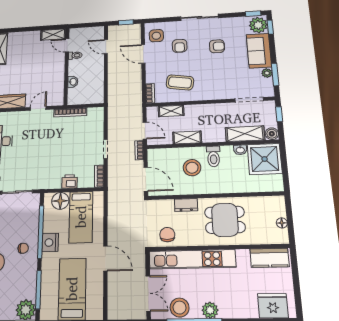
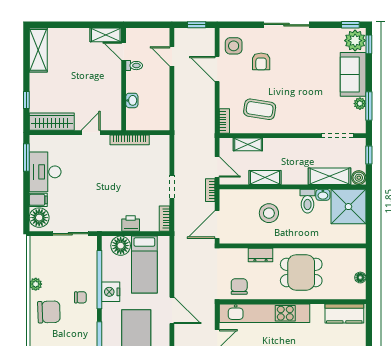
armchair: (217, 46) -> (305, 65), removed
toilet: (213, 156) -> (307, 201), moved
door: (146, 179) -> (217, 224), swing flipped

